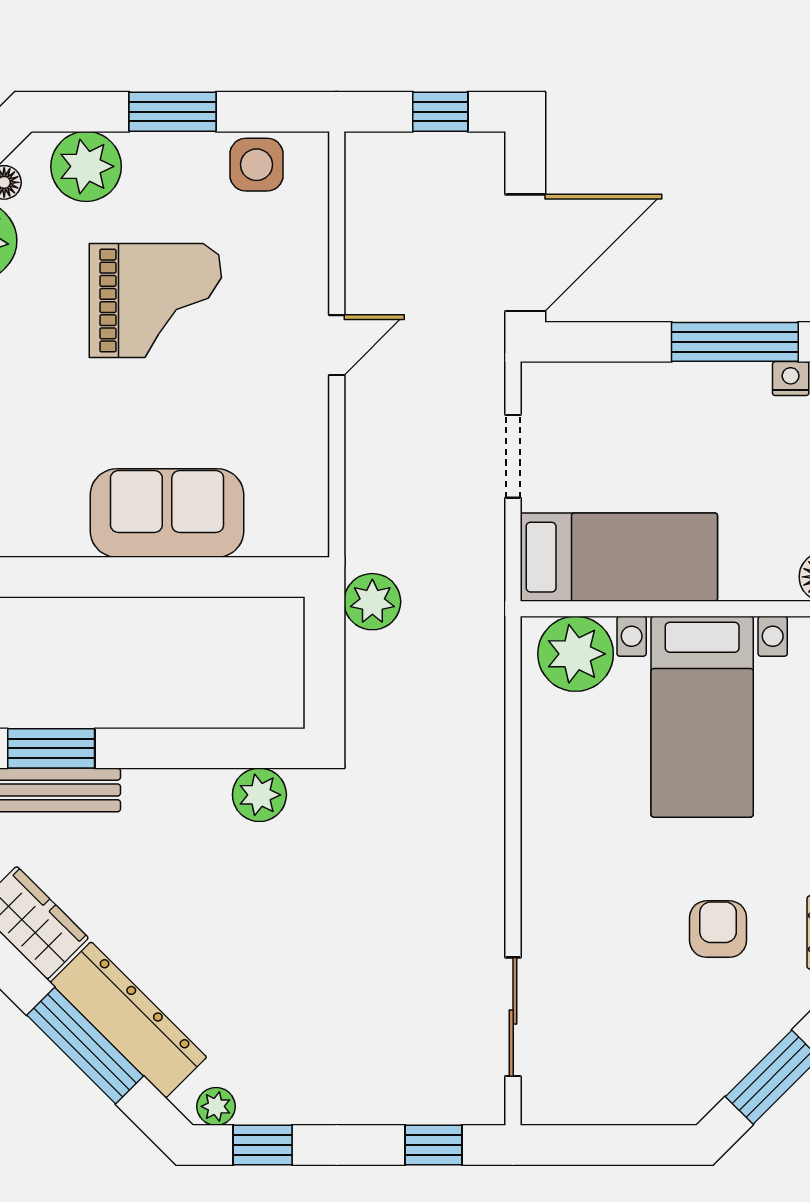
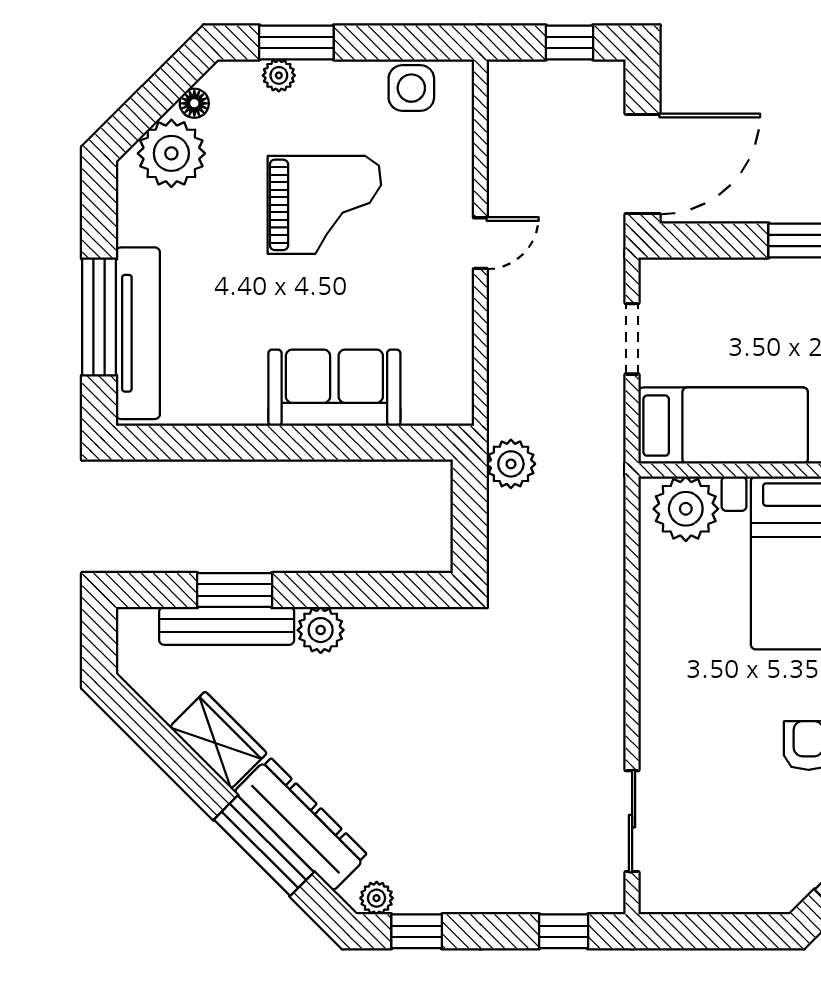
window: (172, 112) -> (296, 42), moved
plant: (86, 166) -> (279, 75), width x0.53, depth x0.53
plant: (259, 795) -> (321, 630), moved

